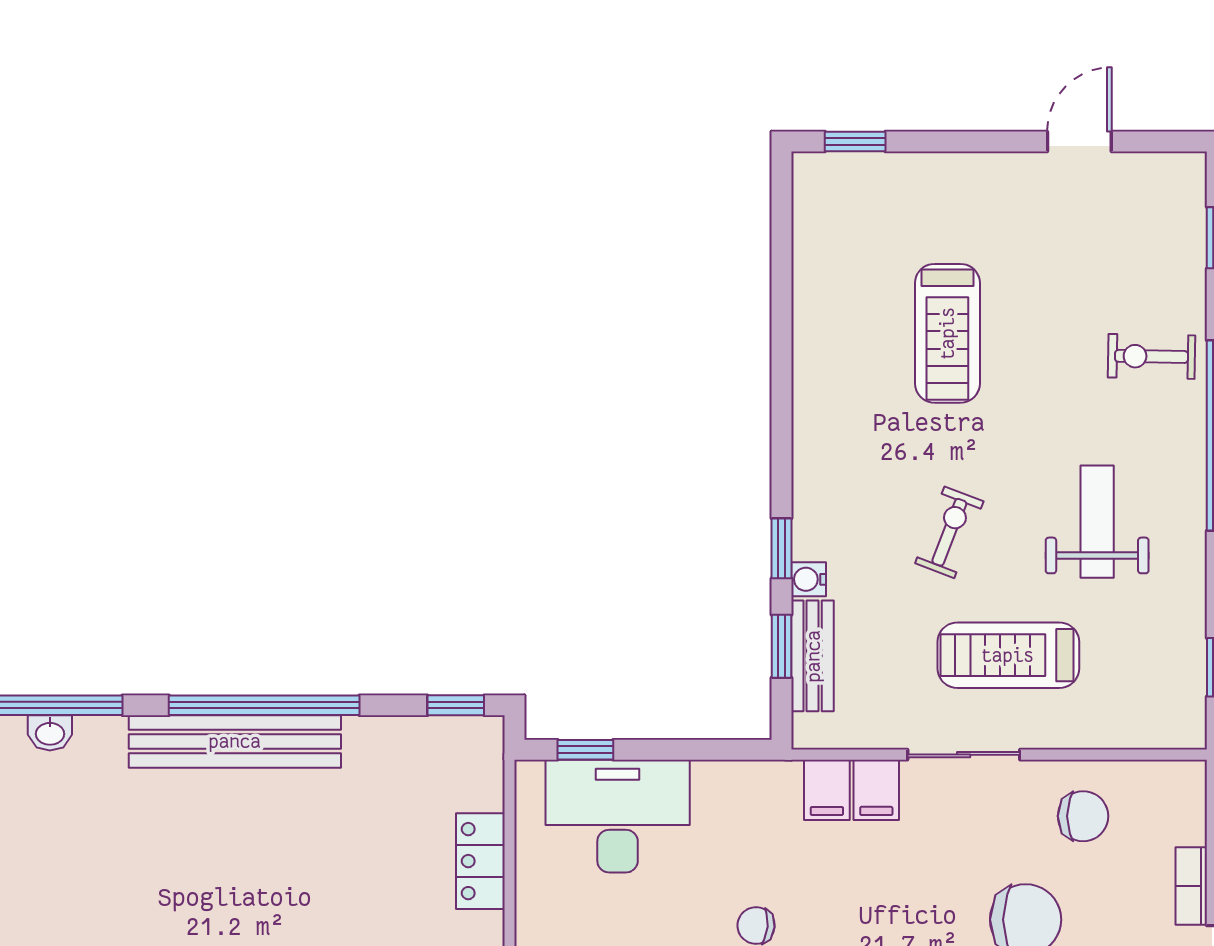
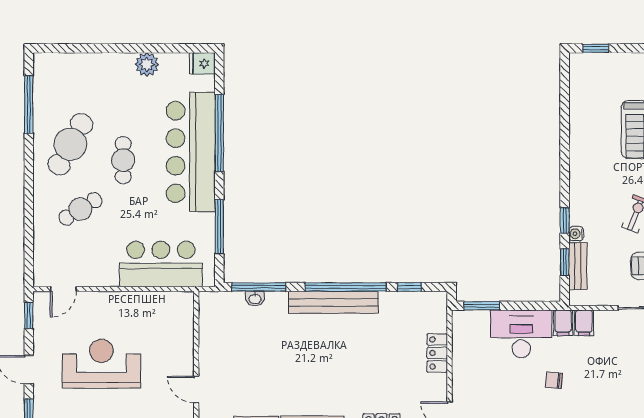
window: (456, 705) -> (409, 287), moved
window: (585, 750) -> (482, 306), width x1.50
filing cabinet: (876, 790) -> (563, 323), moved
desk: (618, 816) -> (521, 334), moved

